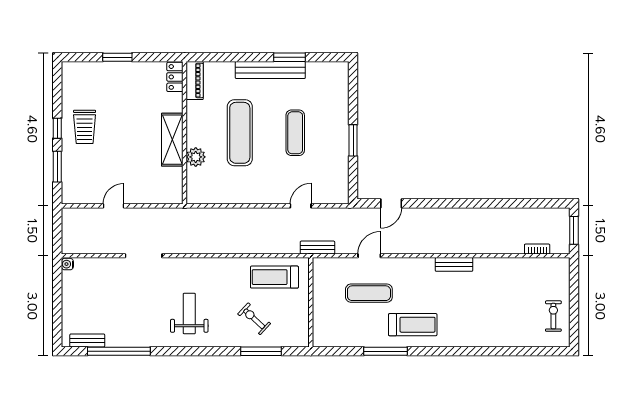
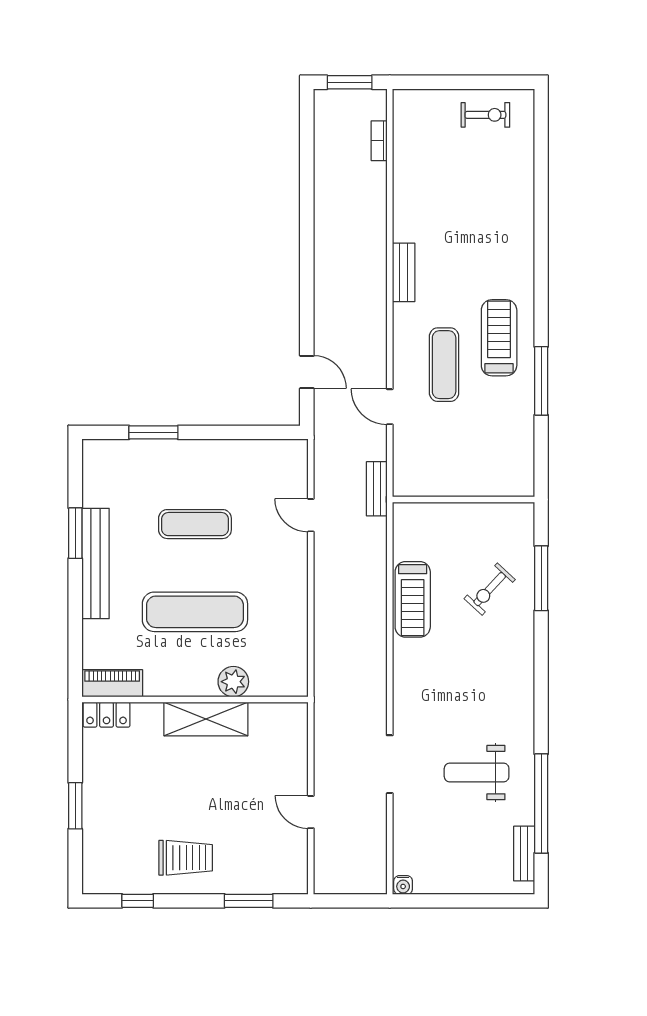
window: (57, 128) -> (138, 901), moved
window: (353, 140) -> (153, 432), moved
treadmill: (274, 277) -> (413, 599), moved
exercise mat: (369, 293) -> (444, 365), moved
weight bench: (189, 314) -> (477, 773), moved
exercise bike: (553, 316) -> (485, 115), turned 180

